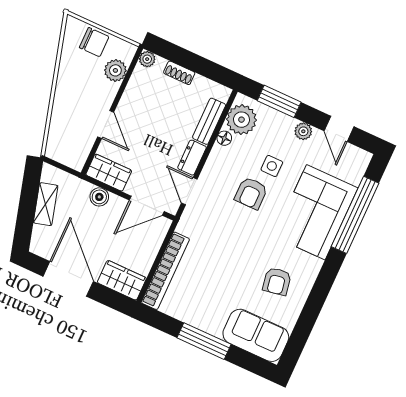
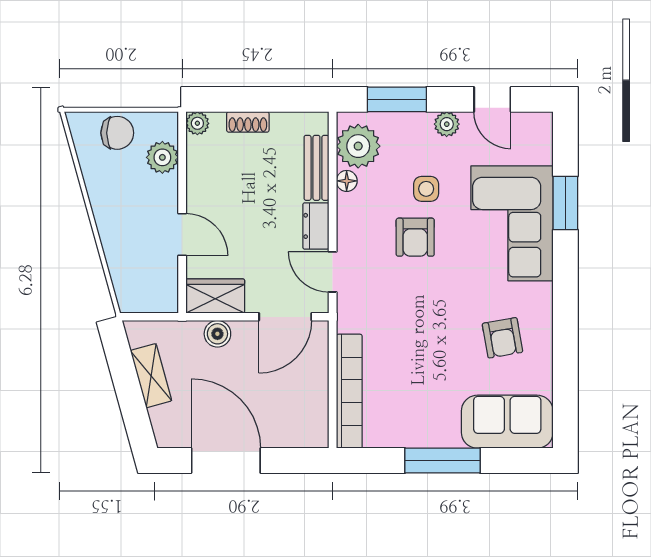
window: (355, 215) -> (565, 203), width x0.47
wardrobe: (122, 280) -> (297, 430), removed

